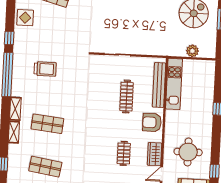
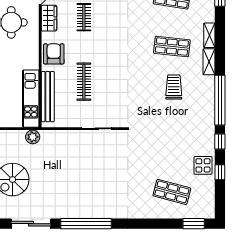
window: (10, 11) -> (220, 172), added
plant: (192, 51) -> (33, 137), moved
trolley: (45, 69) -> (174, 87), moved, turned 90
armchair: (152, 122) -> (54, 54), turned -90

